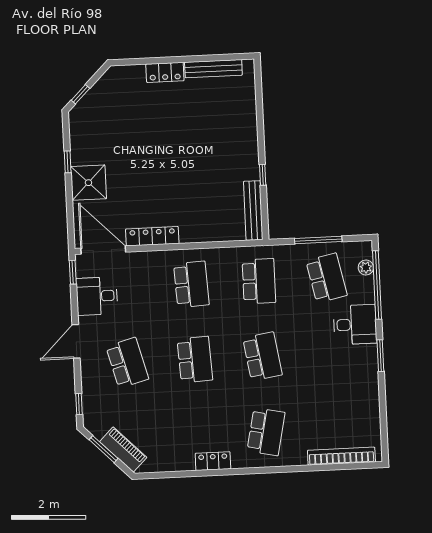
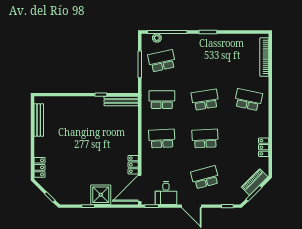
locker: (165, 72) -> (40, 167), moved
locker: (152, 236) -> (133, 165), width x0.66
desk: (355, 325) -> (189, 46), removed
locker: (213, 461) -> (264, 147), moved

